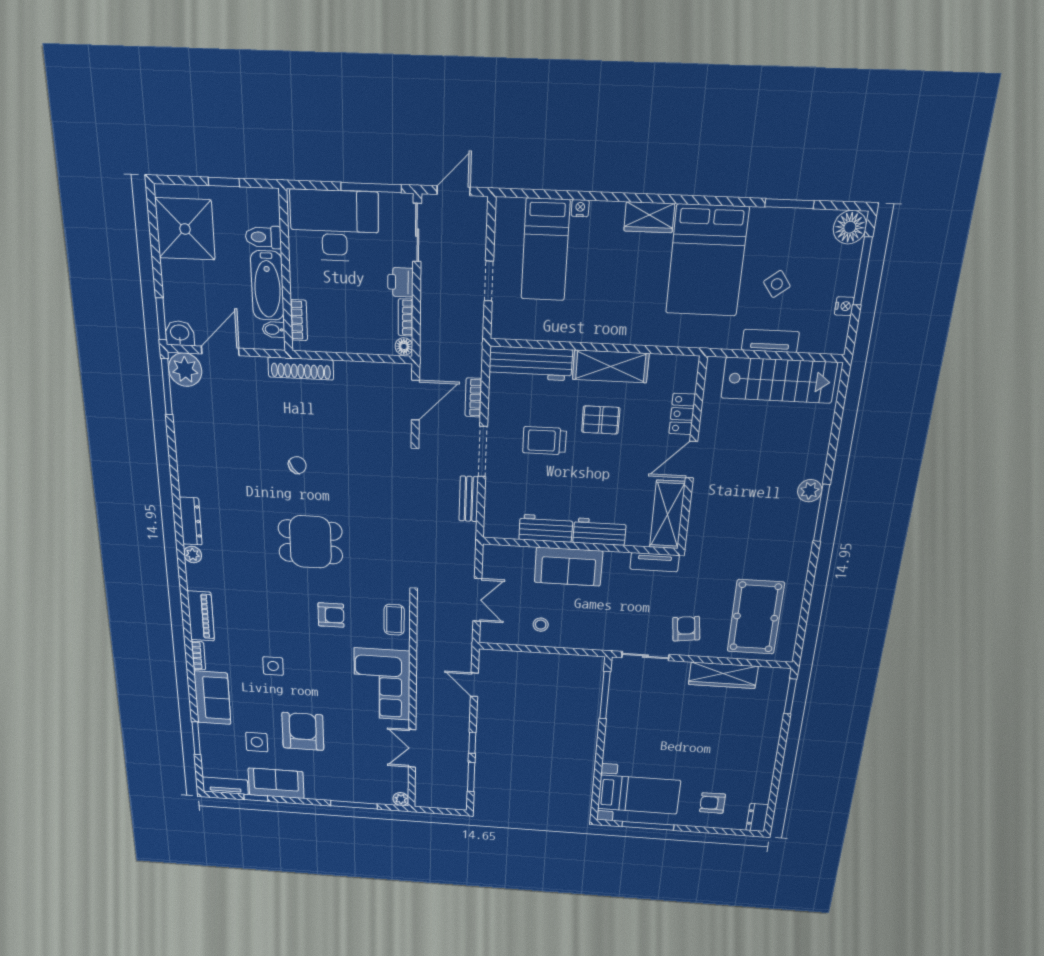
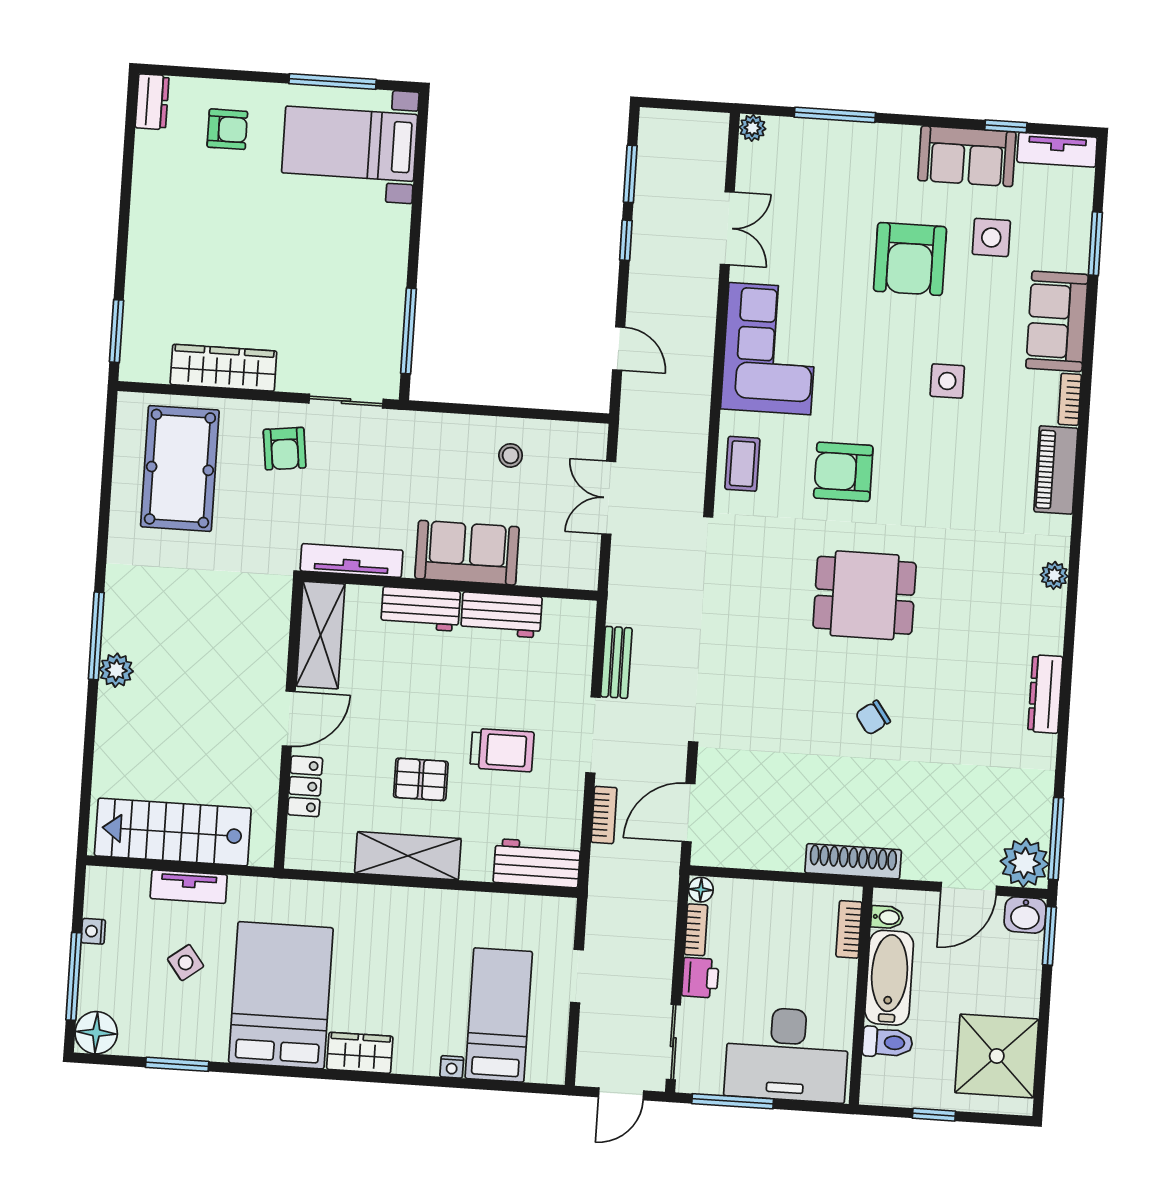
workbench: (531, 363) -> (537, 863), width x0.73
dresser: (191, 521) -> (1045, 694), moved
tv unit: (655, 562) -> (352, 561), width x1.41
armchair: (331, 615) -> (843, 472), width x1.38, depth x1.38

